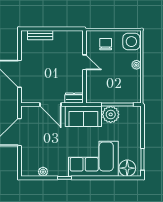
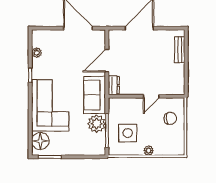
side table: (131, 42) -> (128, 133), moved

